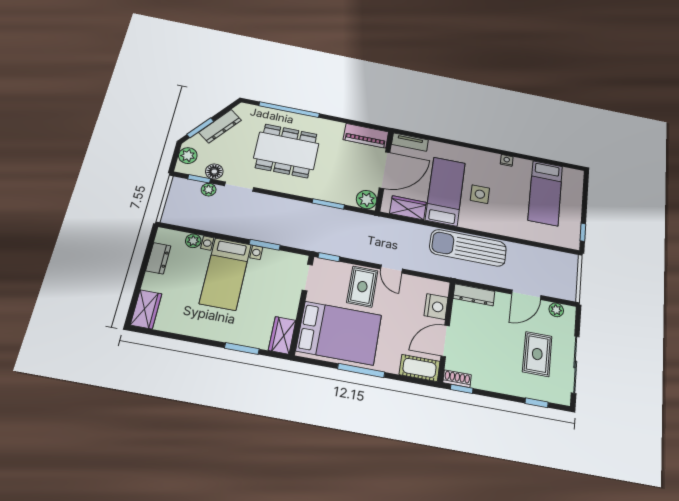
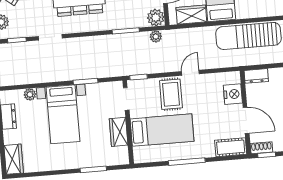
floor lamp: (214, 172) -> (27, 30), removed
plant: (209, 190) -> (156, 37), moved
door: (391, 269) -> (190, 73), swing flipped
dresser: (474, 295) -> (256, 76), width x0.70
bed: (339, 333) -> (162, 130), width x0.67
wardrobe: (282, 335) -> (119, 132), moved
door: (445, 341) -> (246, 120), swing flipped

